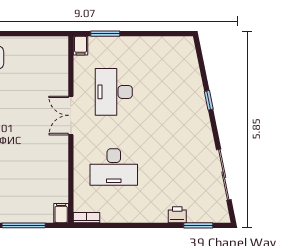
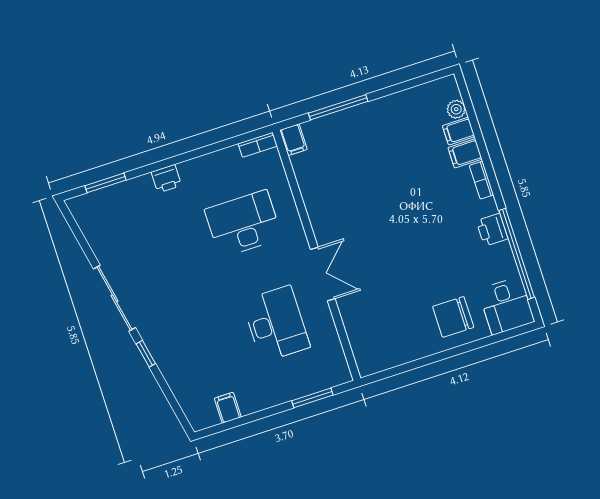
filing cabinet: (81, 46) -> (228, 408), moved
sliding door: (224, 175) -> (115, 298), moved
printer: (177, 215) -> (166, 179), moved

